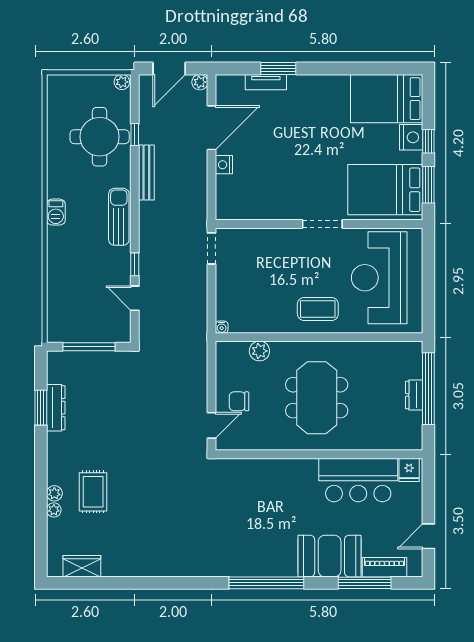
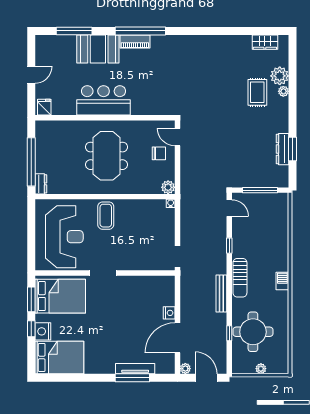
door: (169, 68) -> (206, 378), hinge flipped
window: (278, 68) -> (132, 378), width x1.44
plant: (122, 82) -> (261, 369), moved
tv unit: (266, 82) -> (135, 369), width x1.41
bench: (146, 173) -> (221, 294), moved
door: (135, 298) -> (229, 208), moved
coffee table: (318, 309) -> (106, 216), turned 90
plant: (259, 351) -> (168, 187), moved
dresser: (414, 395) -> (41, 184), moved
door: (212, 425) -> (177, 137), hinge flipped
bar counter: (358, 480) -> (104, 100), moved
plant: (54, 510) -> (280, 76), width x1.87, depth x1.87
door: (428, 536) -> (31, 75), moved
piano: (384, 567) -> (135, 42), moved

